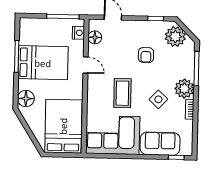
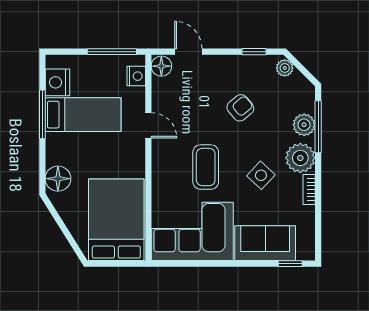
nightstand: (27, 36) -> (57, 82), added
floor lamp: (95, 37) -> (161, 66), moved
plant: (175, 37) -> (285, 68), width x0.53, depth x0.53
armchair: (146, 55) -> (240, 108), turned -130
bed: (43, 63) -> (83, 115), width x0.67
plant: (187, 67) -> (304, 125), added

